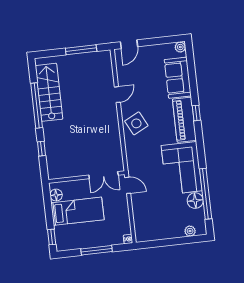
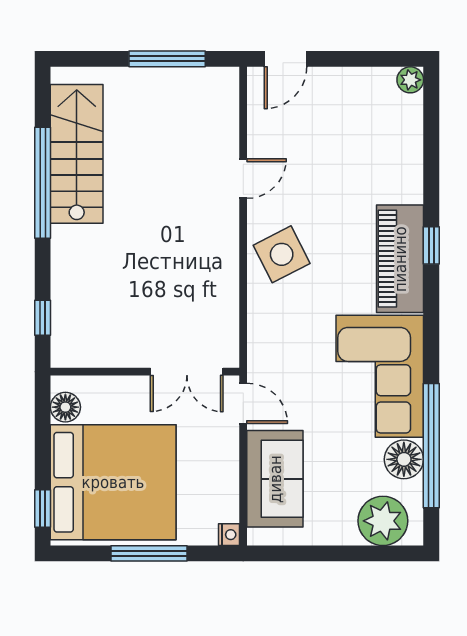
sofa: (178, 78) -> (275, 479), moved, turned 180
window: (41, 149) -> (43, 318), moved
bed: (77, 211) -> (113, 482), width x2.04
plant: (190, 231) -> (383, 521), width x1.88, depth x1.88

